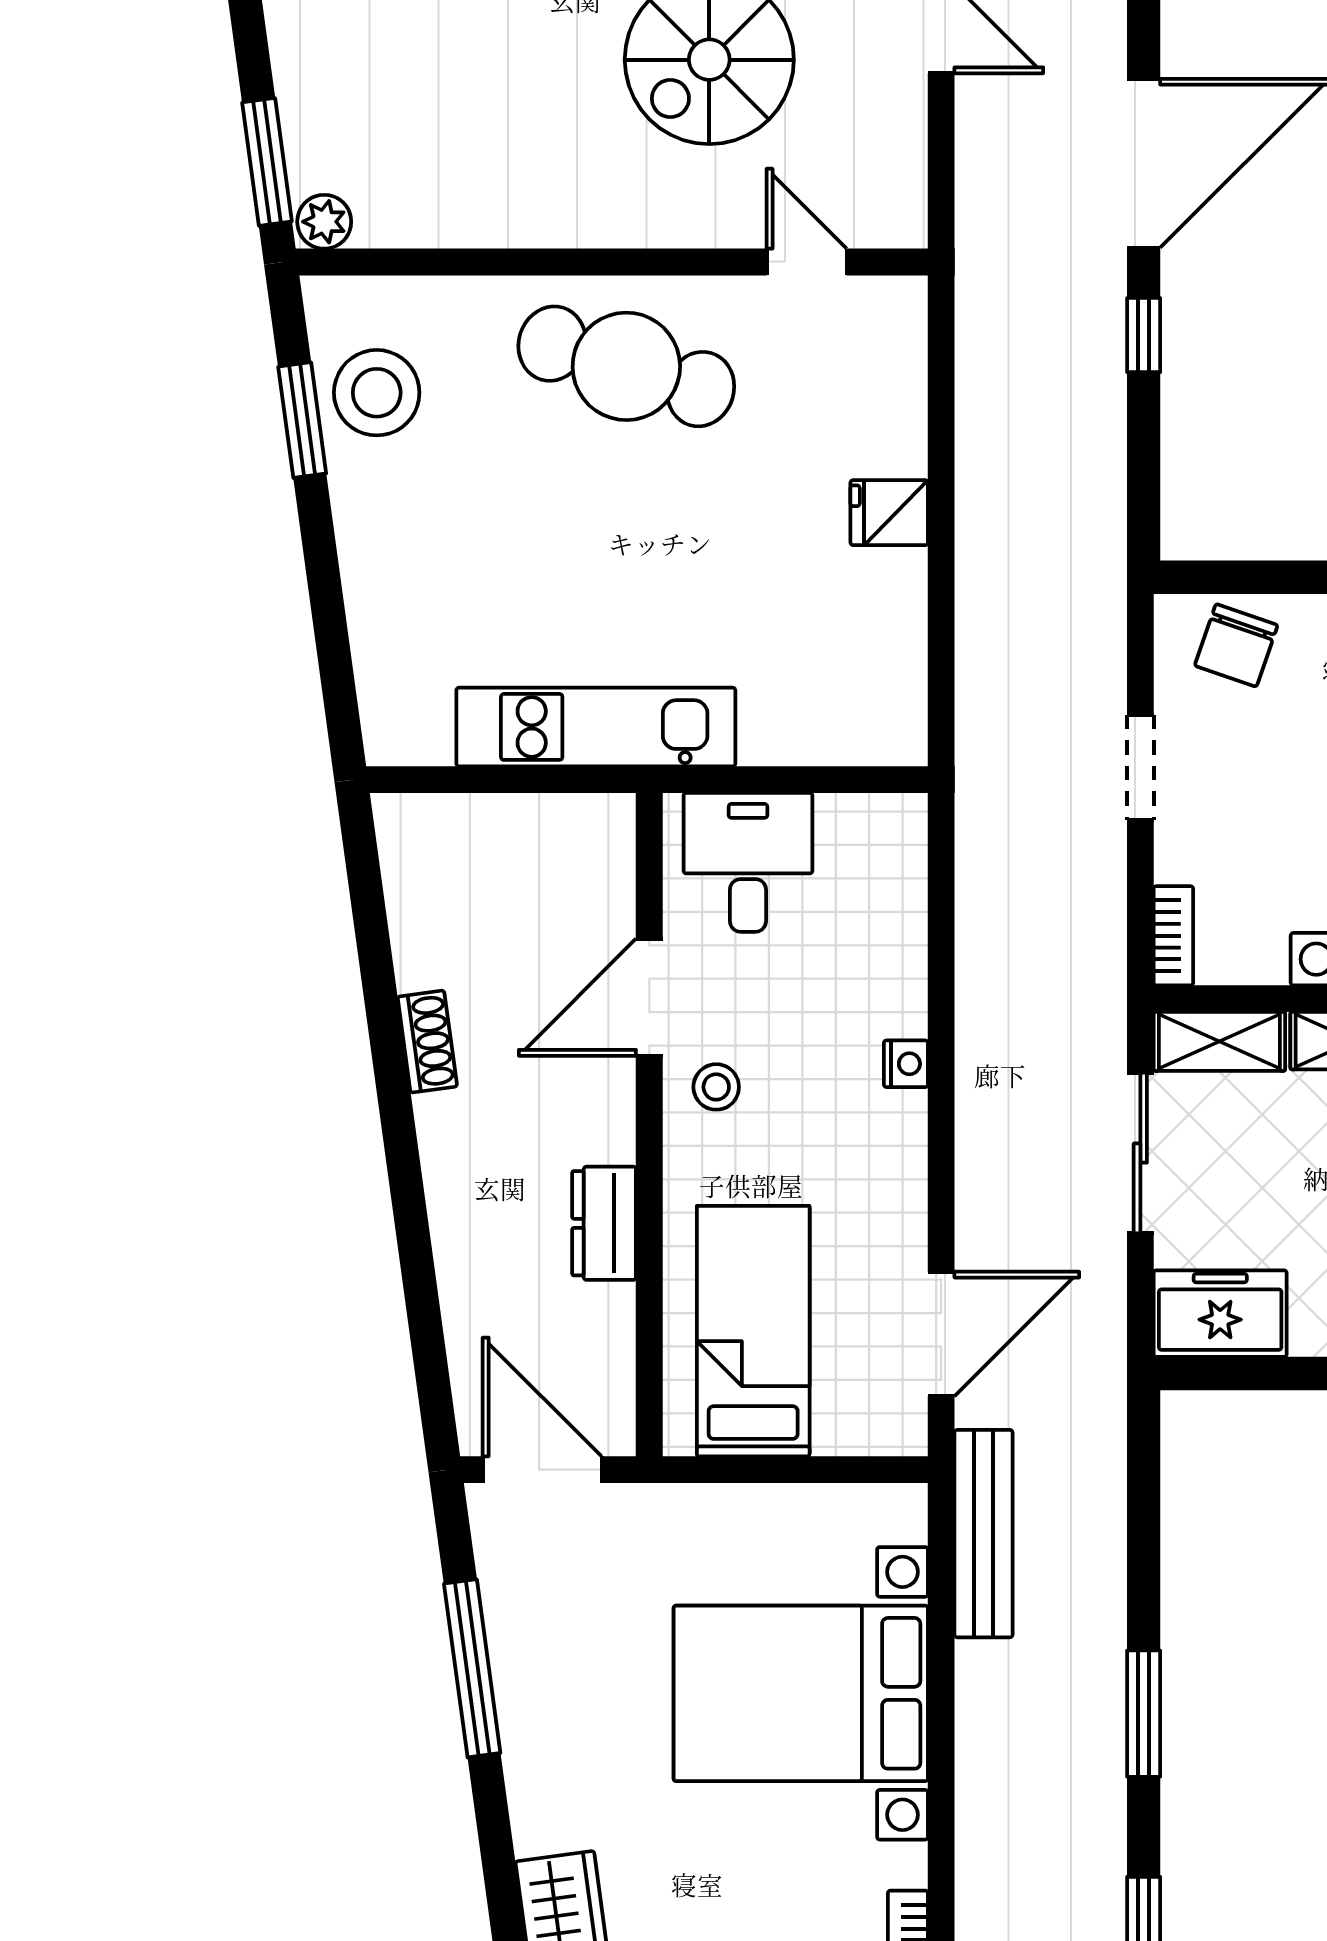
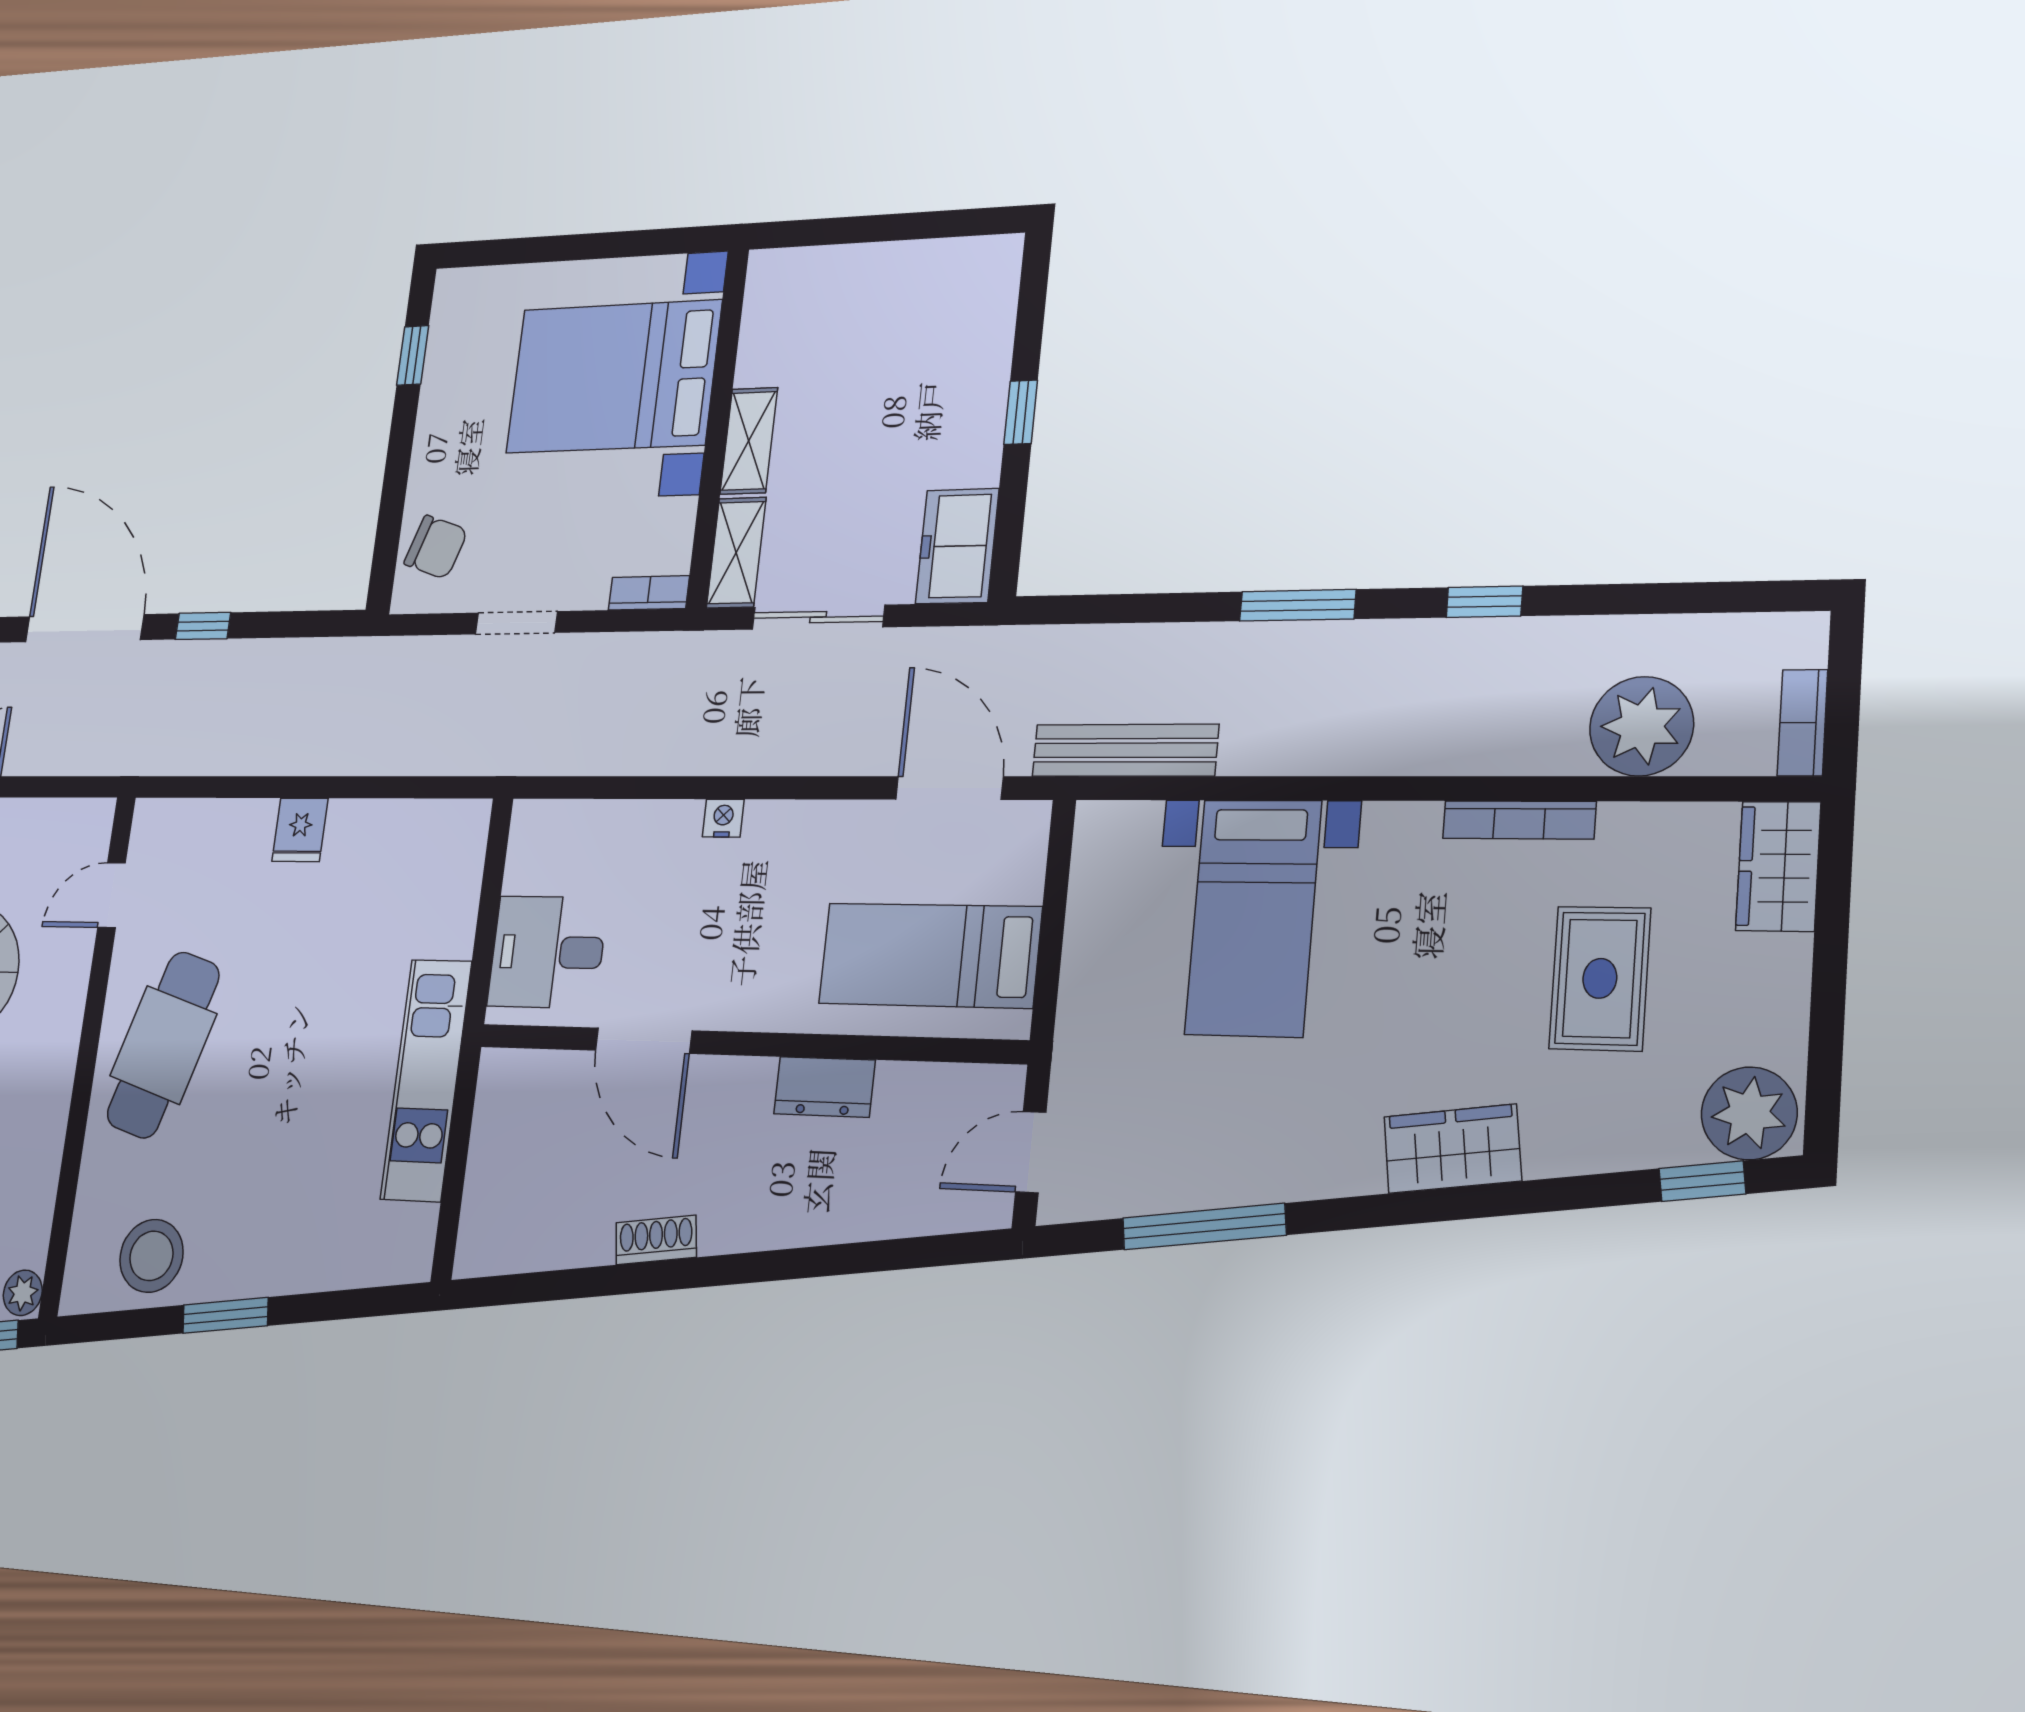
window: (302, 420) -> (225, 1315), moved
stool: (716, 1087) -> (723, 984), removed
door: (542, 1470) -> (1031, 1152), width x0.73
bed with nightstands: (801, 1693) -> (1253, 918), width x0.73

